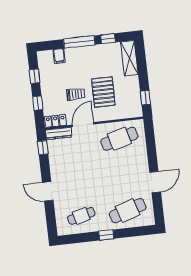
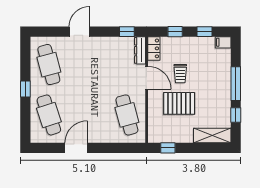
filing cabinet: (59, 56) -> (223, 42), moved
door: (155, 182) -> (76, 148), swing flipped
cafe table: (81, 216) -> (49, 65), width x1.37, depth x1.35

